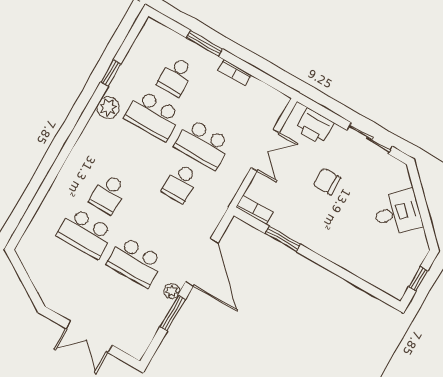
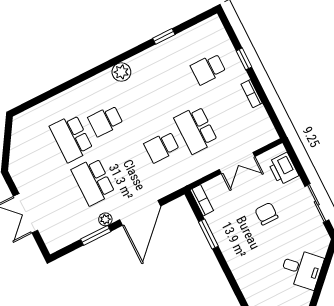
window: (204, 43) -> (244, 59), width x0.67
plant: (108, 108) -> (121, 72), moved
school desk: (153, 116) -> (174, 86), removed

